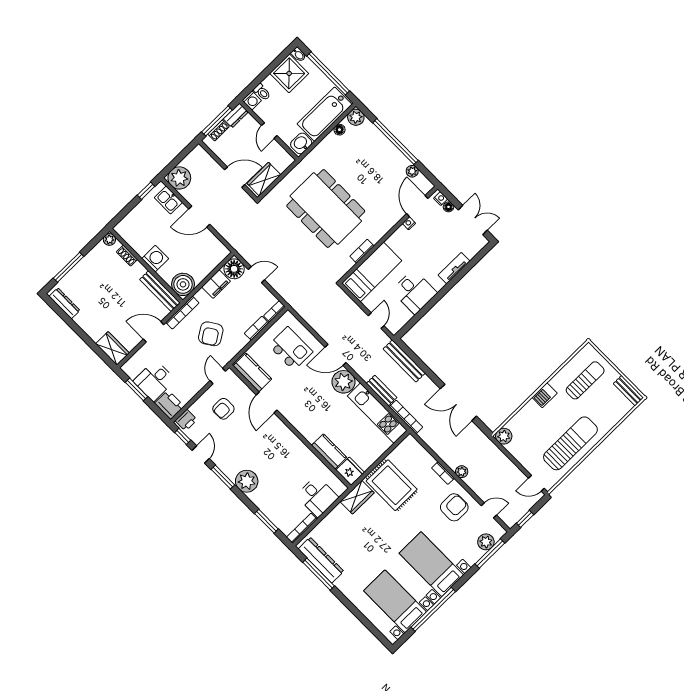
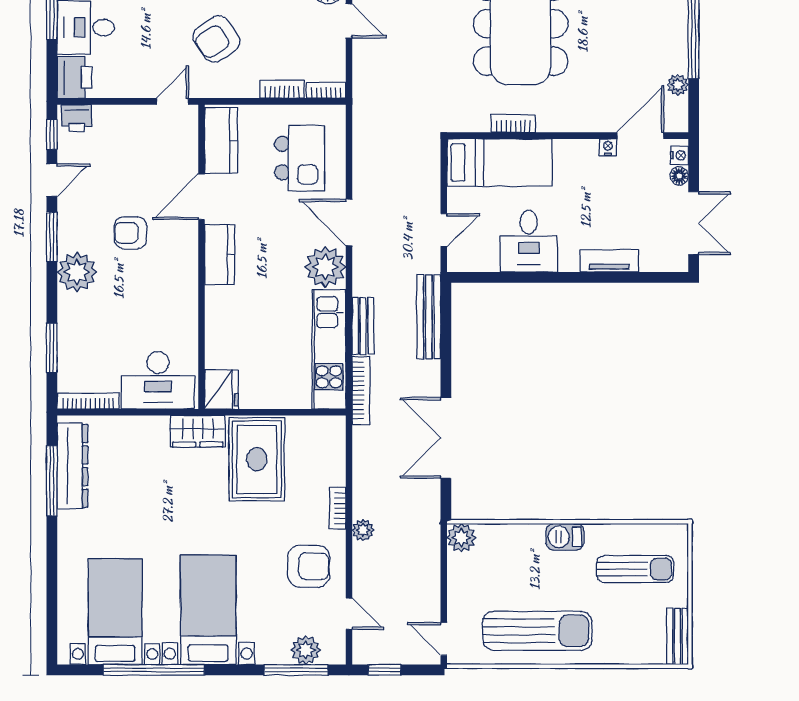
armchair: (223, 409) -> (130, 233), moved
kitchen counter: (329, 451) -> (220, 255), moved
desk: (317, 496) -> (158, 380), width x1.37

